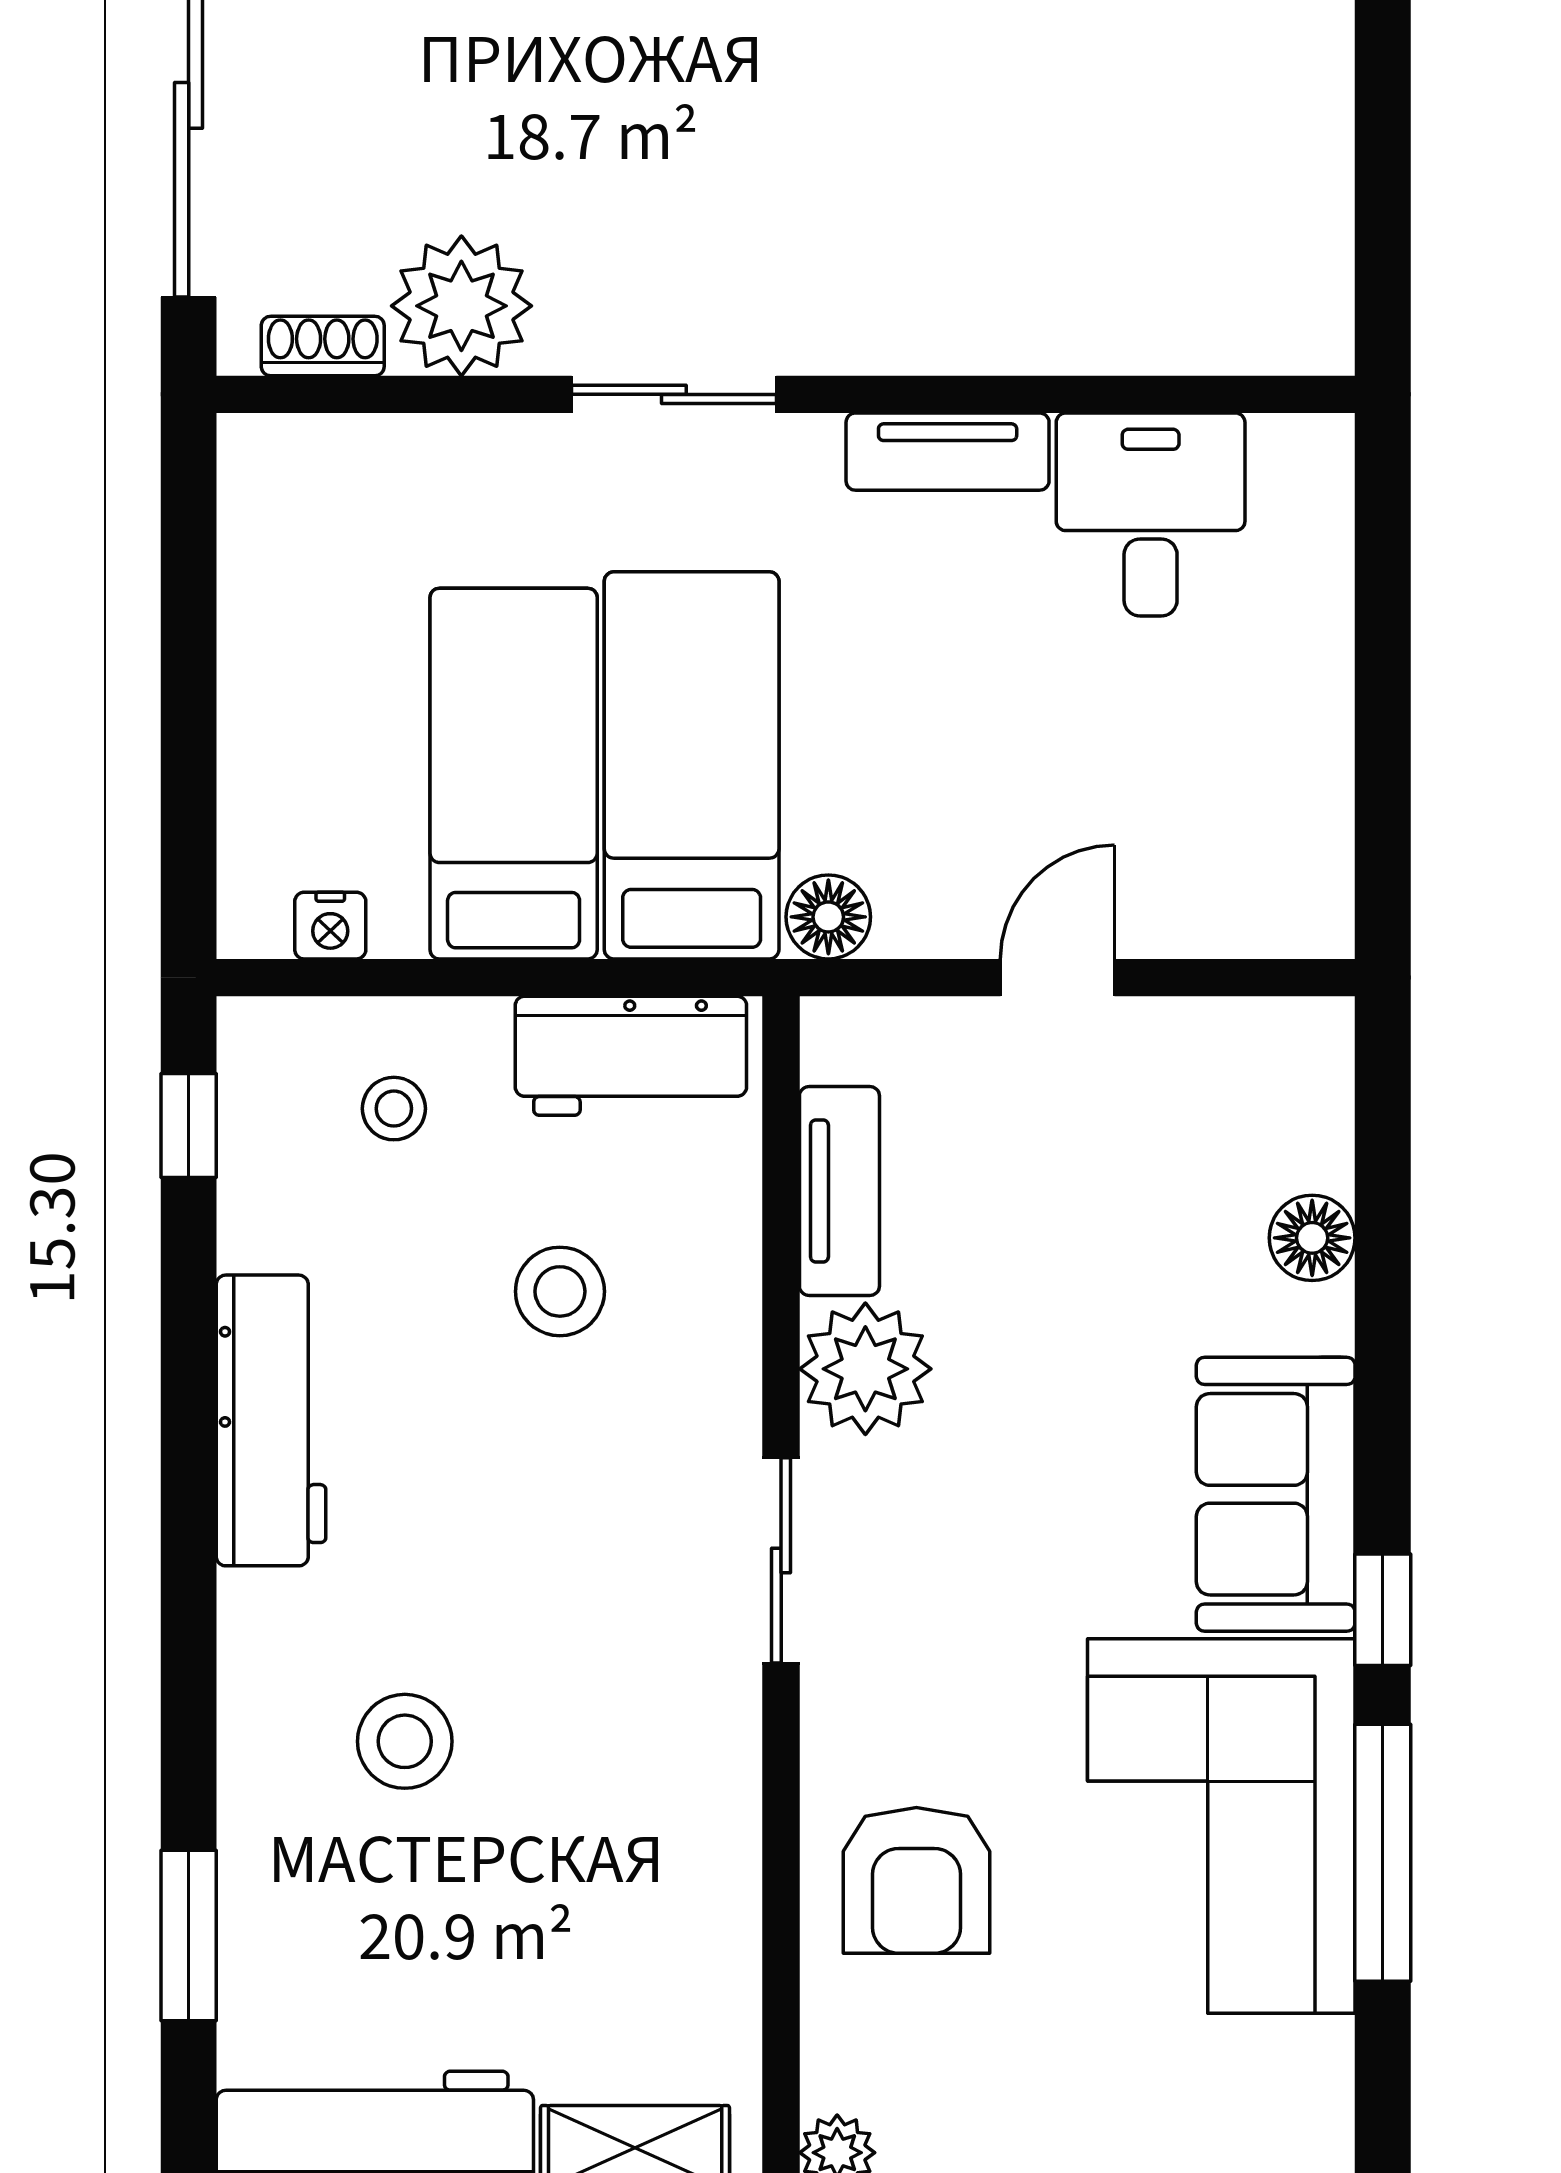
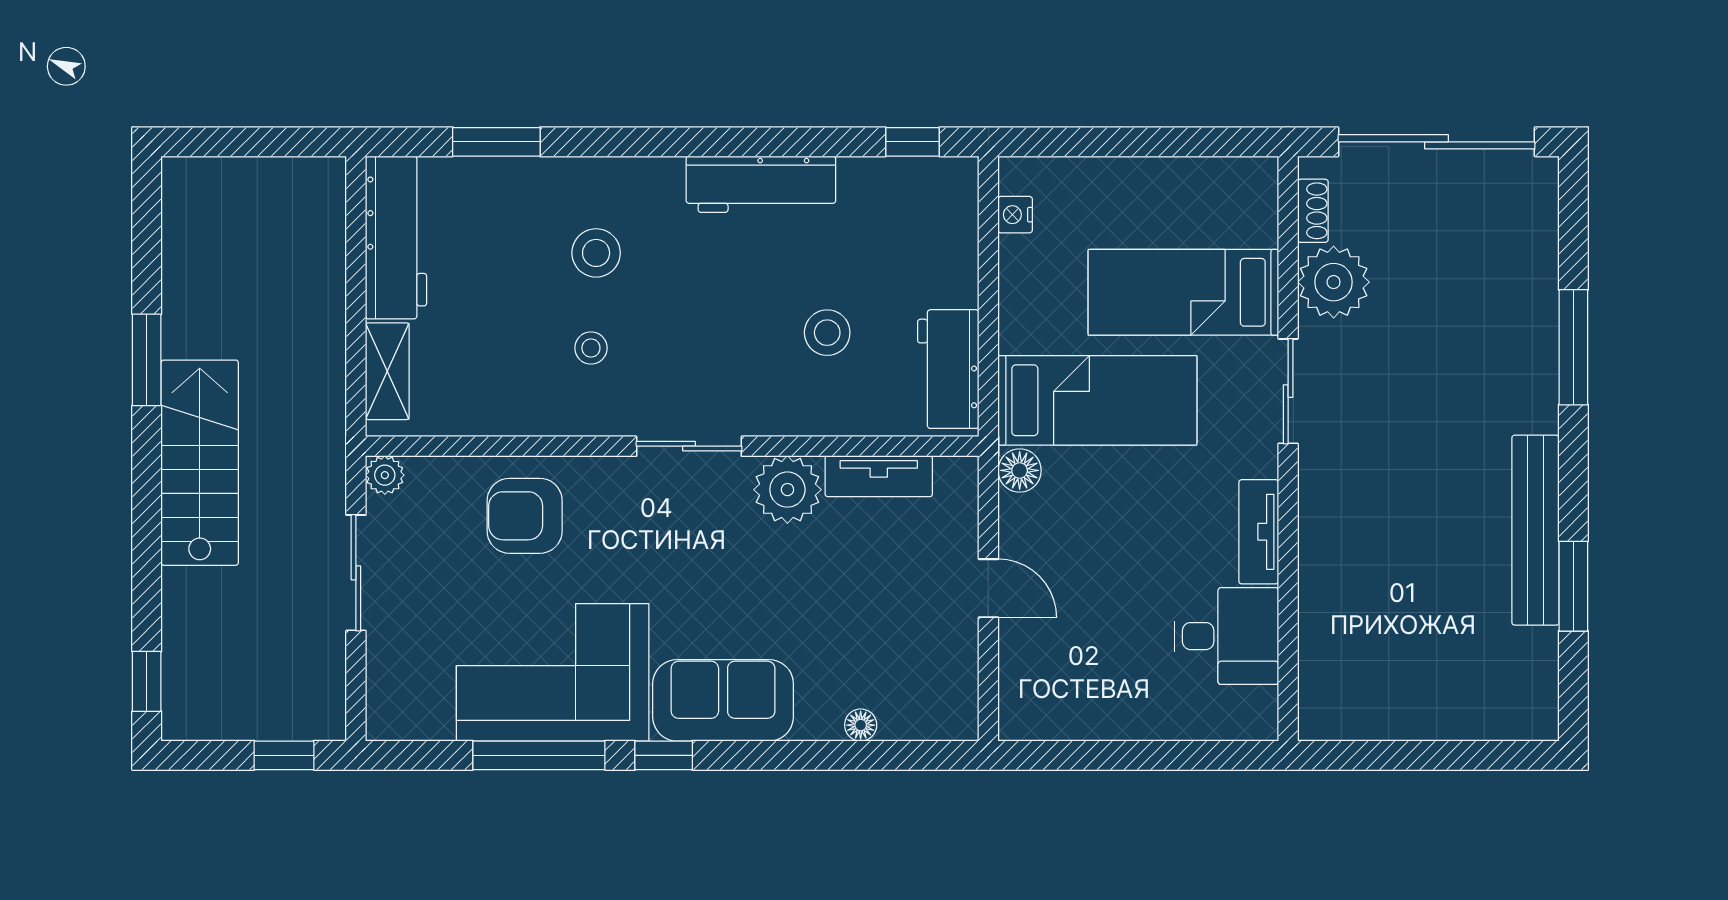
bed: (514, 774) -> (1183, 292), moved, turned 180
stool: (394, 1109) -> (591, 348), moved
floor lamp: (1312, 1238) -> (861, 725), width x0.73, depth x0.73

